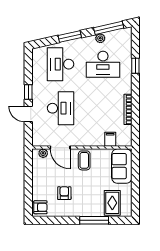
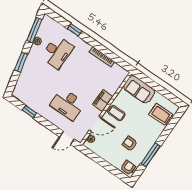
desk: (61, 64) -> (36, 82), removed
window: (28, 92) -> (29, 112), moved
desk: (61, 108) -> (68, 104), turned 180
door: (28, 114) -> (67, 138), moved
filing cabinet: (110, 139) -> (103, 101), moved, width x2.00
window: (94, 220) -> (151, 155), moved

